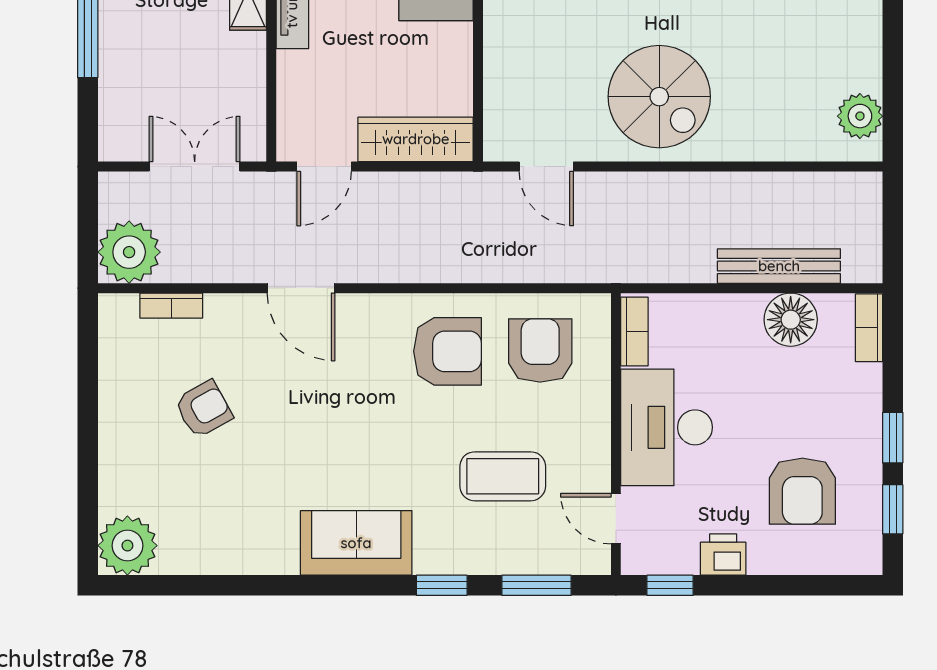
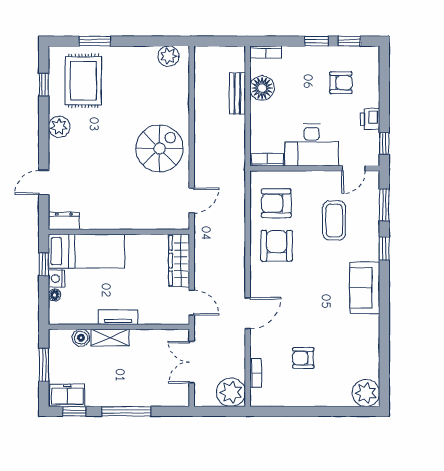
bench: (779, 266) -> (237, 93), width x0.73
armchair: (204, 409) -> (303, 358), turned -61
armchair: (802, 491) -> (341, 83), width x0.72, depth x0.72

